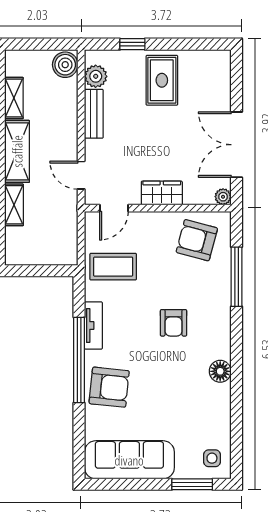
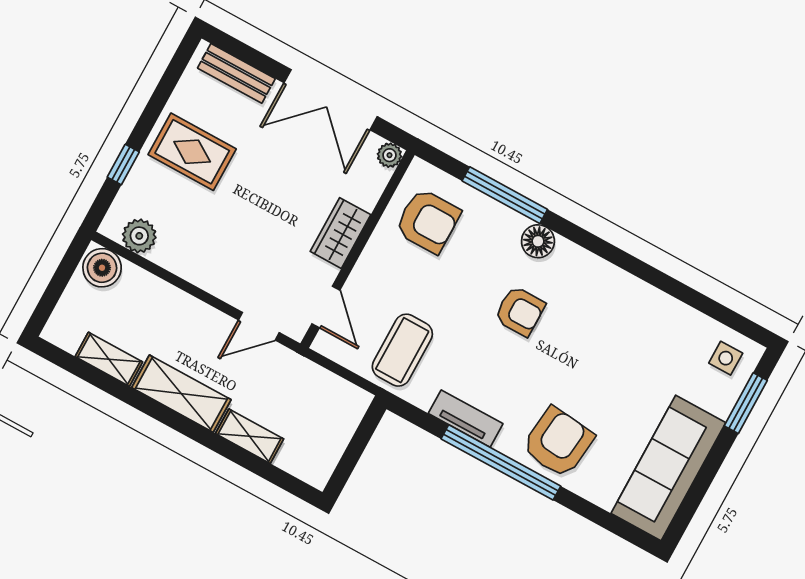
bench: (94, 114) -> (236, 73), moved
armchair: (197, 240) -> (428, 221), turned -105
floor lamp: (220, 371) -> (538, 241), moved

